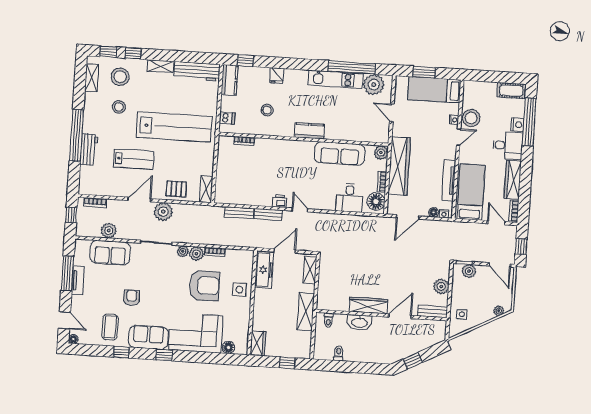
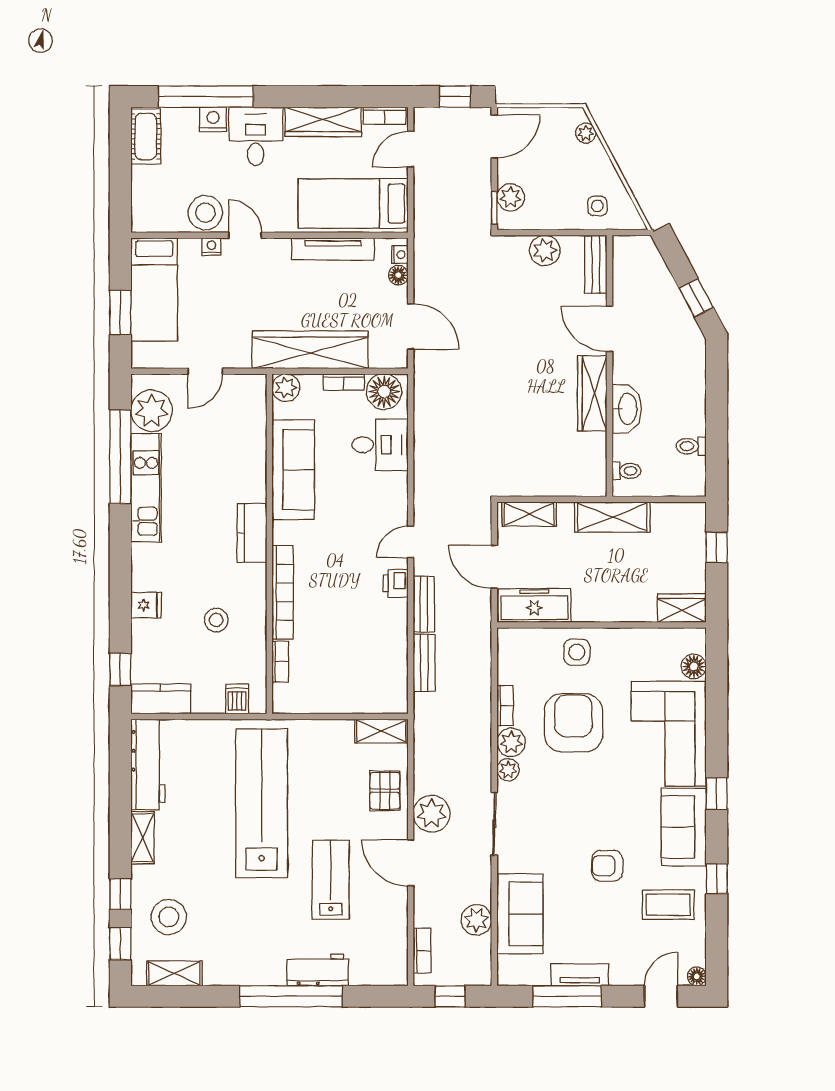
stool: (119, 107) -> (229, 915), removed
bookcase: (279, 144) -> (283, 592), added

